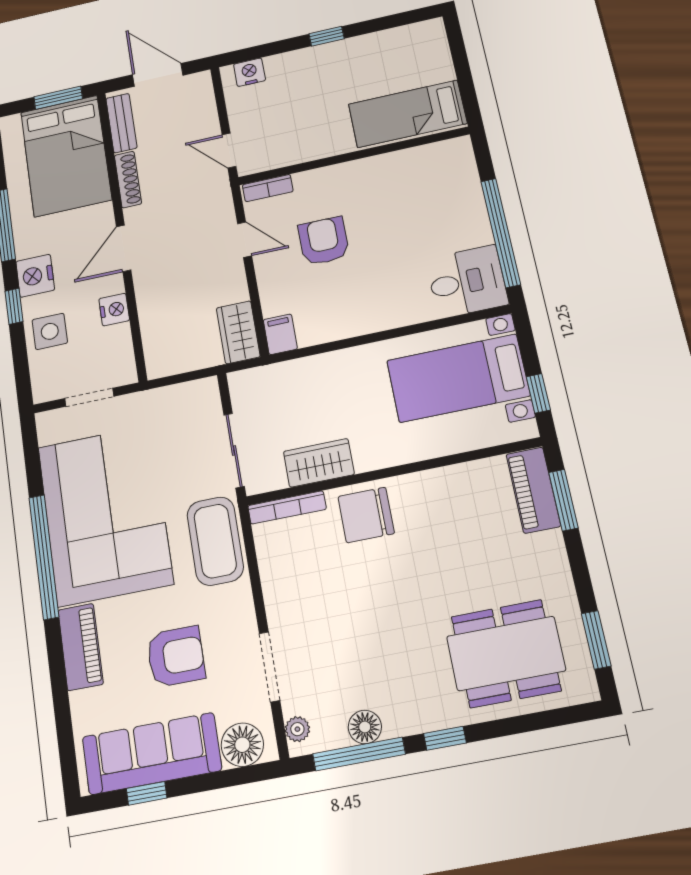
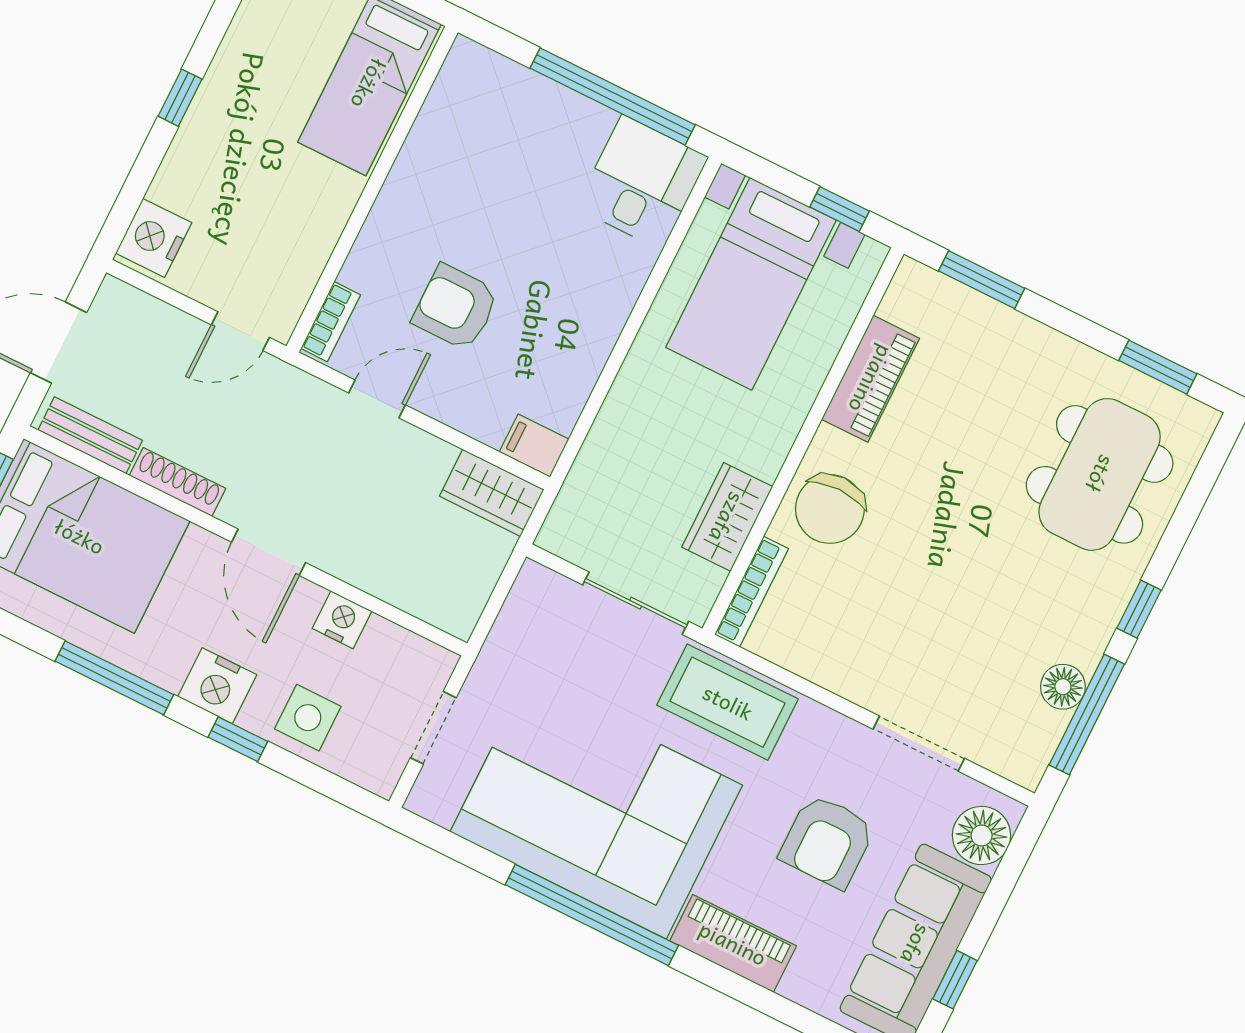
nightstand: (249, 72) -> (154, 238), width x1.36, depth x1.33
piano: (533, 490) -> (871, 379), moved, turned -90
armchair: (176, 656) -> (827, 841), turned 180
plant: (297, 729) -> (1010, 762), removed

